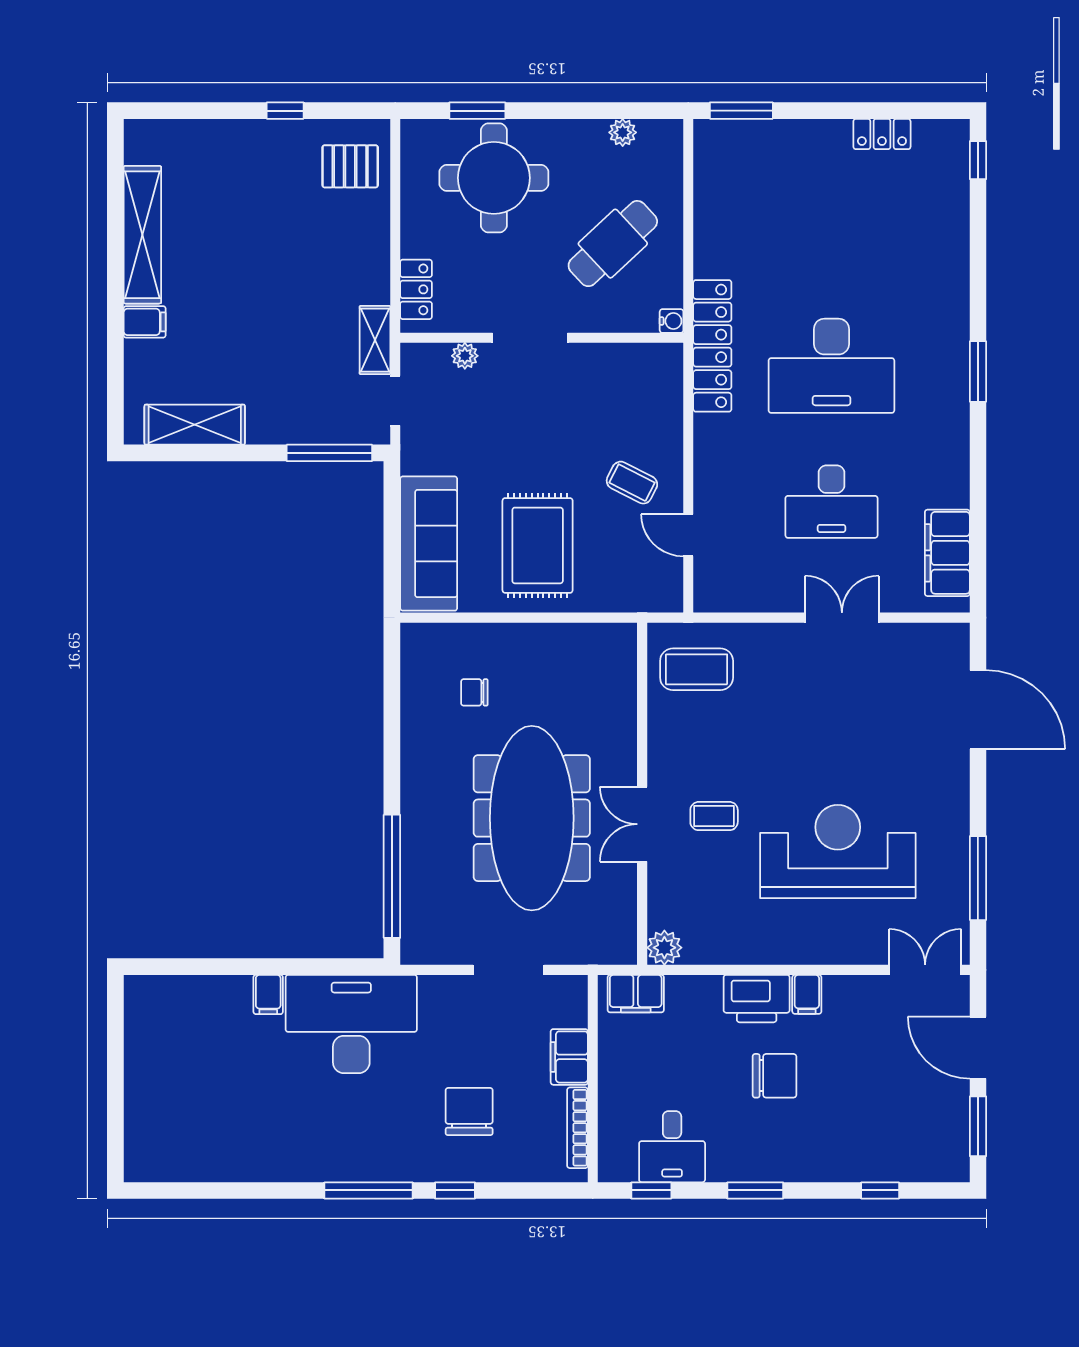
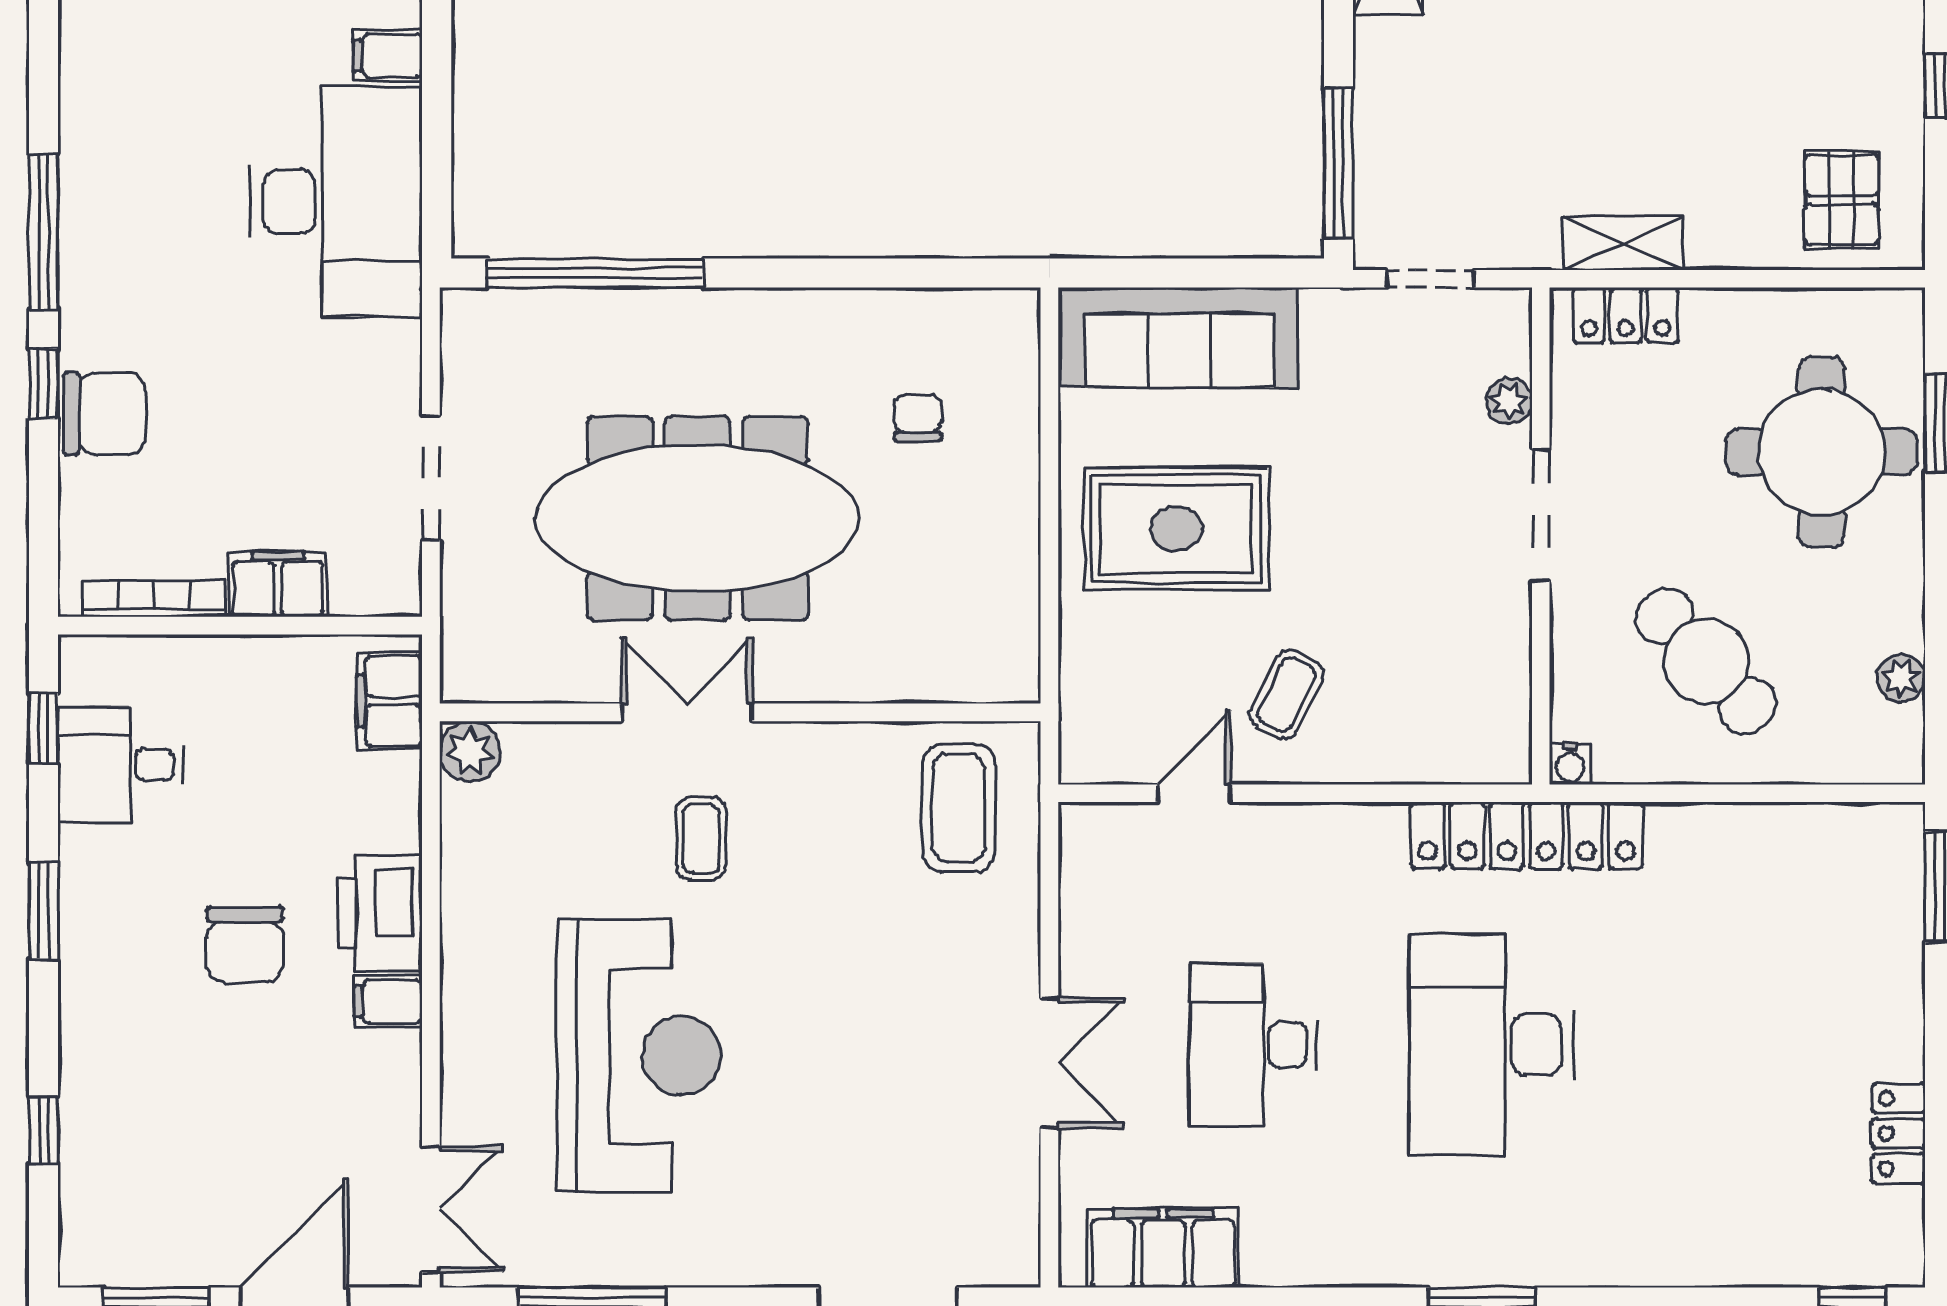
shelving: (375, 340) -> (1623, 243), moved
chair: (469, 1112) -> (104, 414), moved

